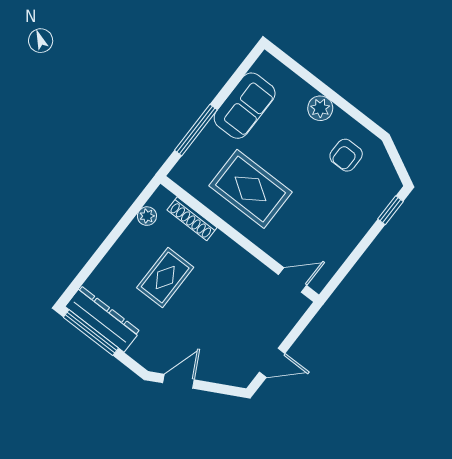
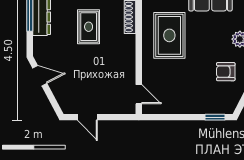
rug: (165, 277) -> (89, 27), turned 90

